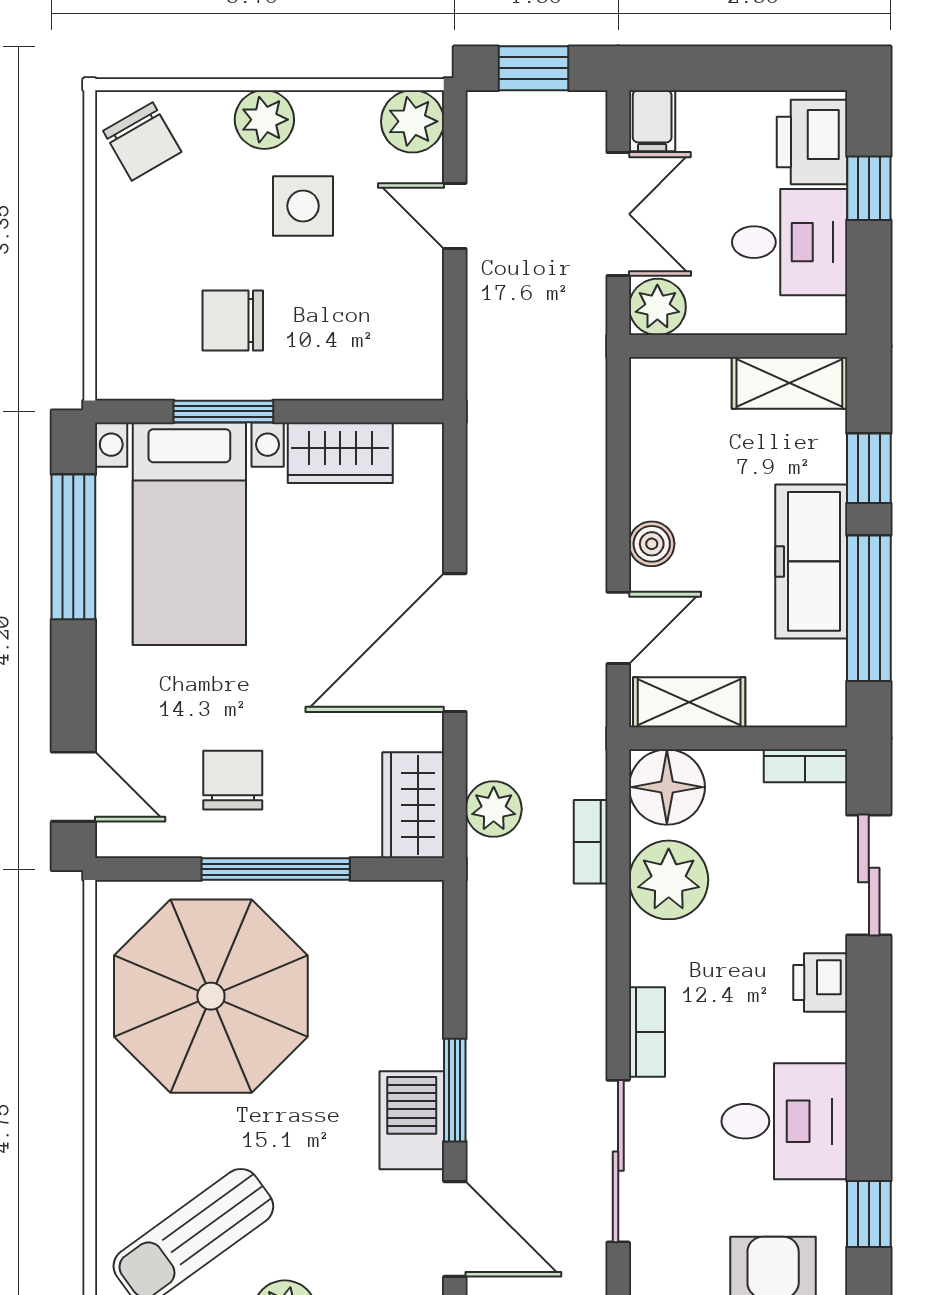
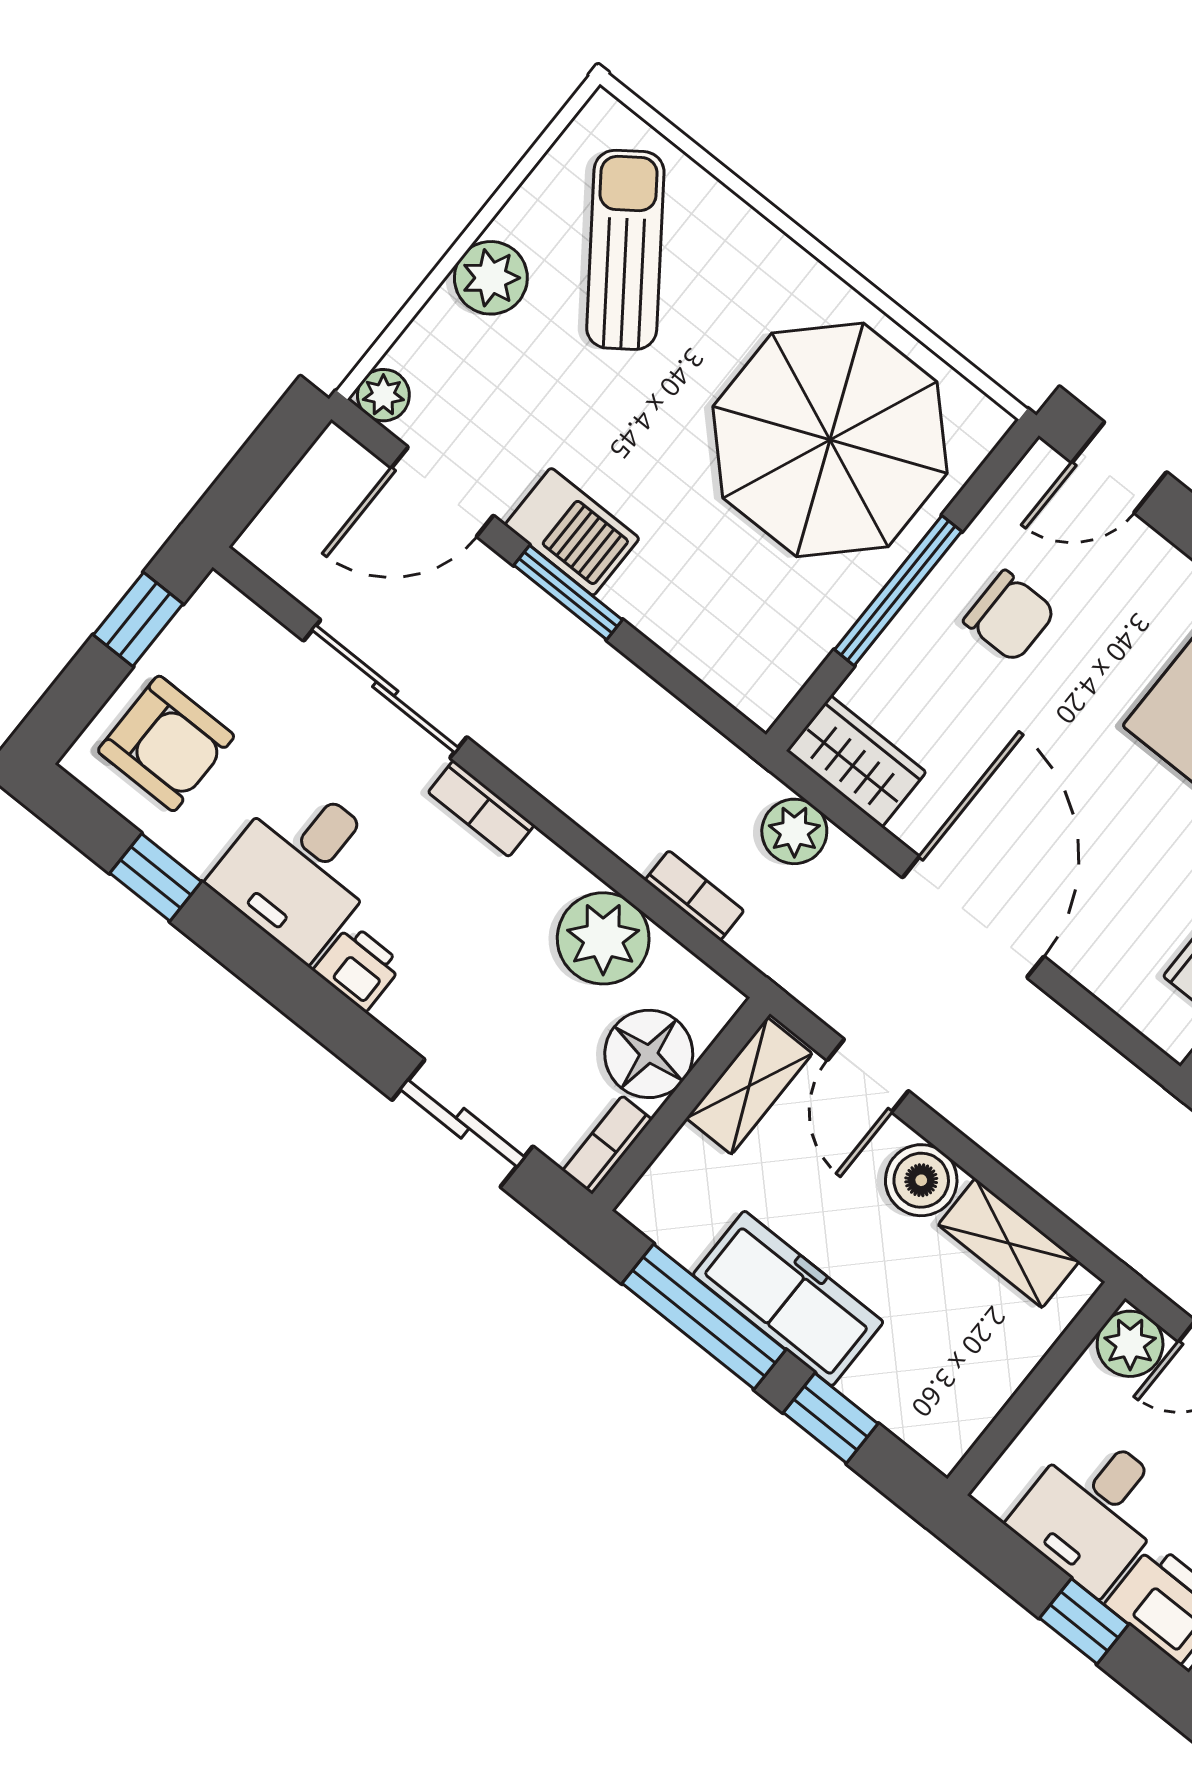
shelving: (789, 383) -> (1009, 1243), moved, turned 90
boiler: (652, 544) -> (921, 1180), width x1.36, depth x1.36
floor lamp: (667, 787) -> (649, 1054), moved
printer: (820, 982) -> (358, 967), moved

